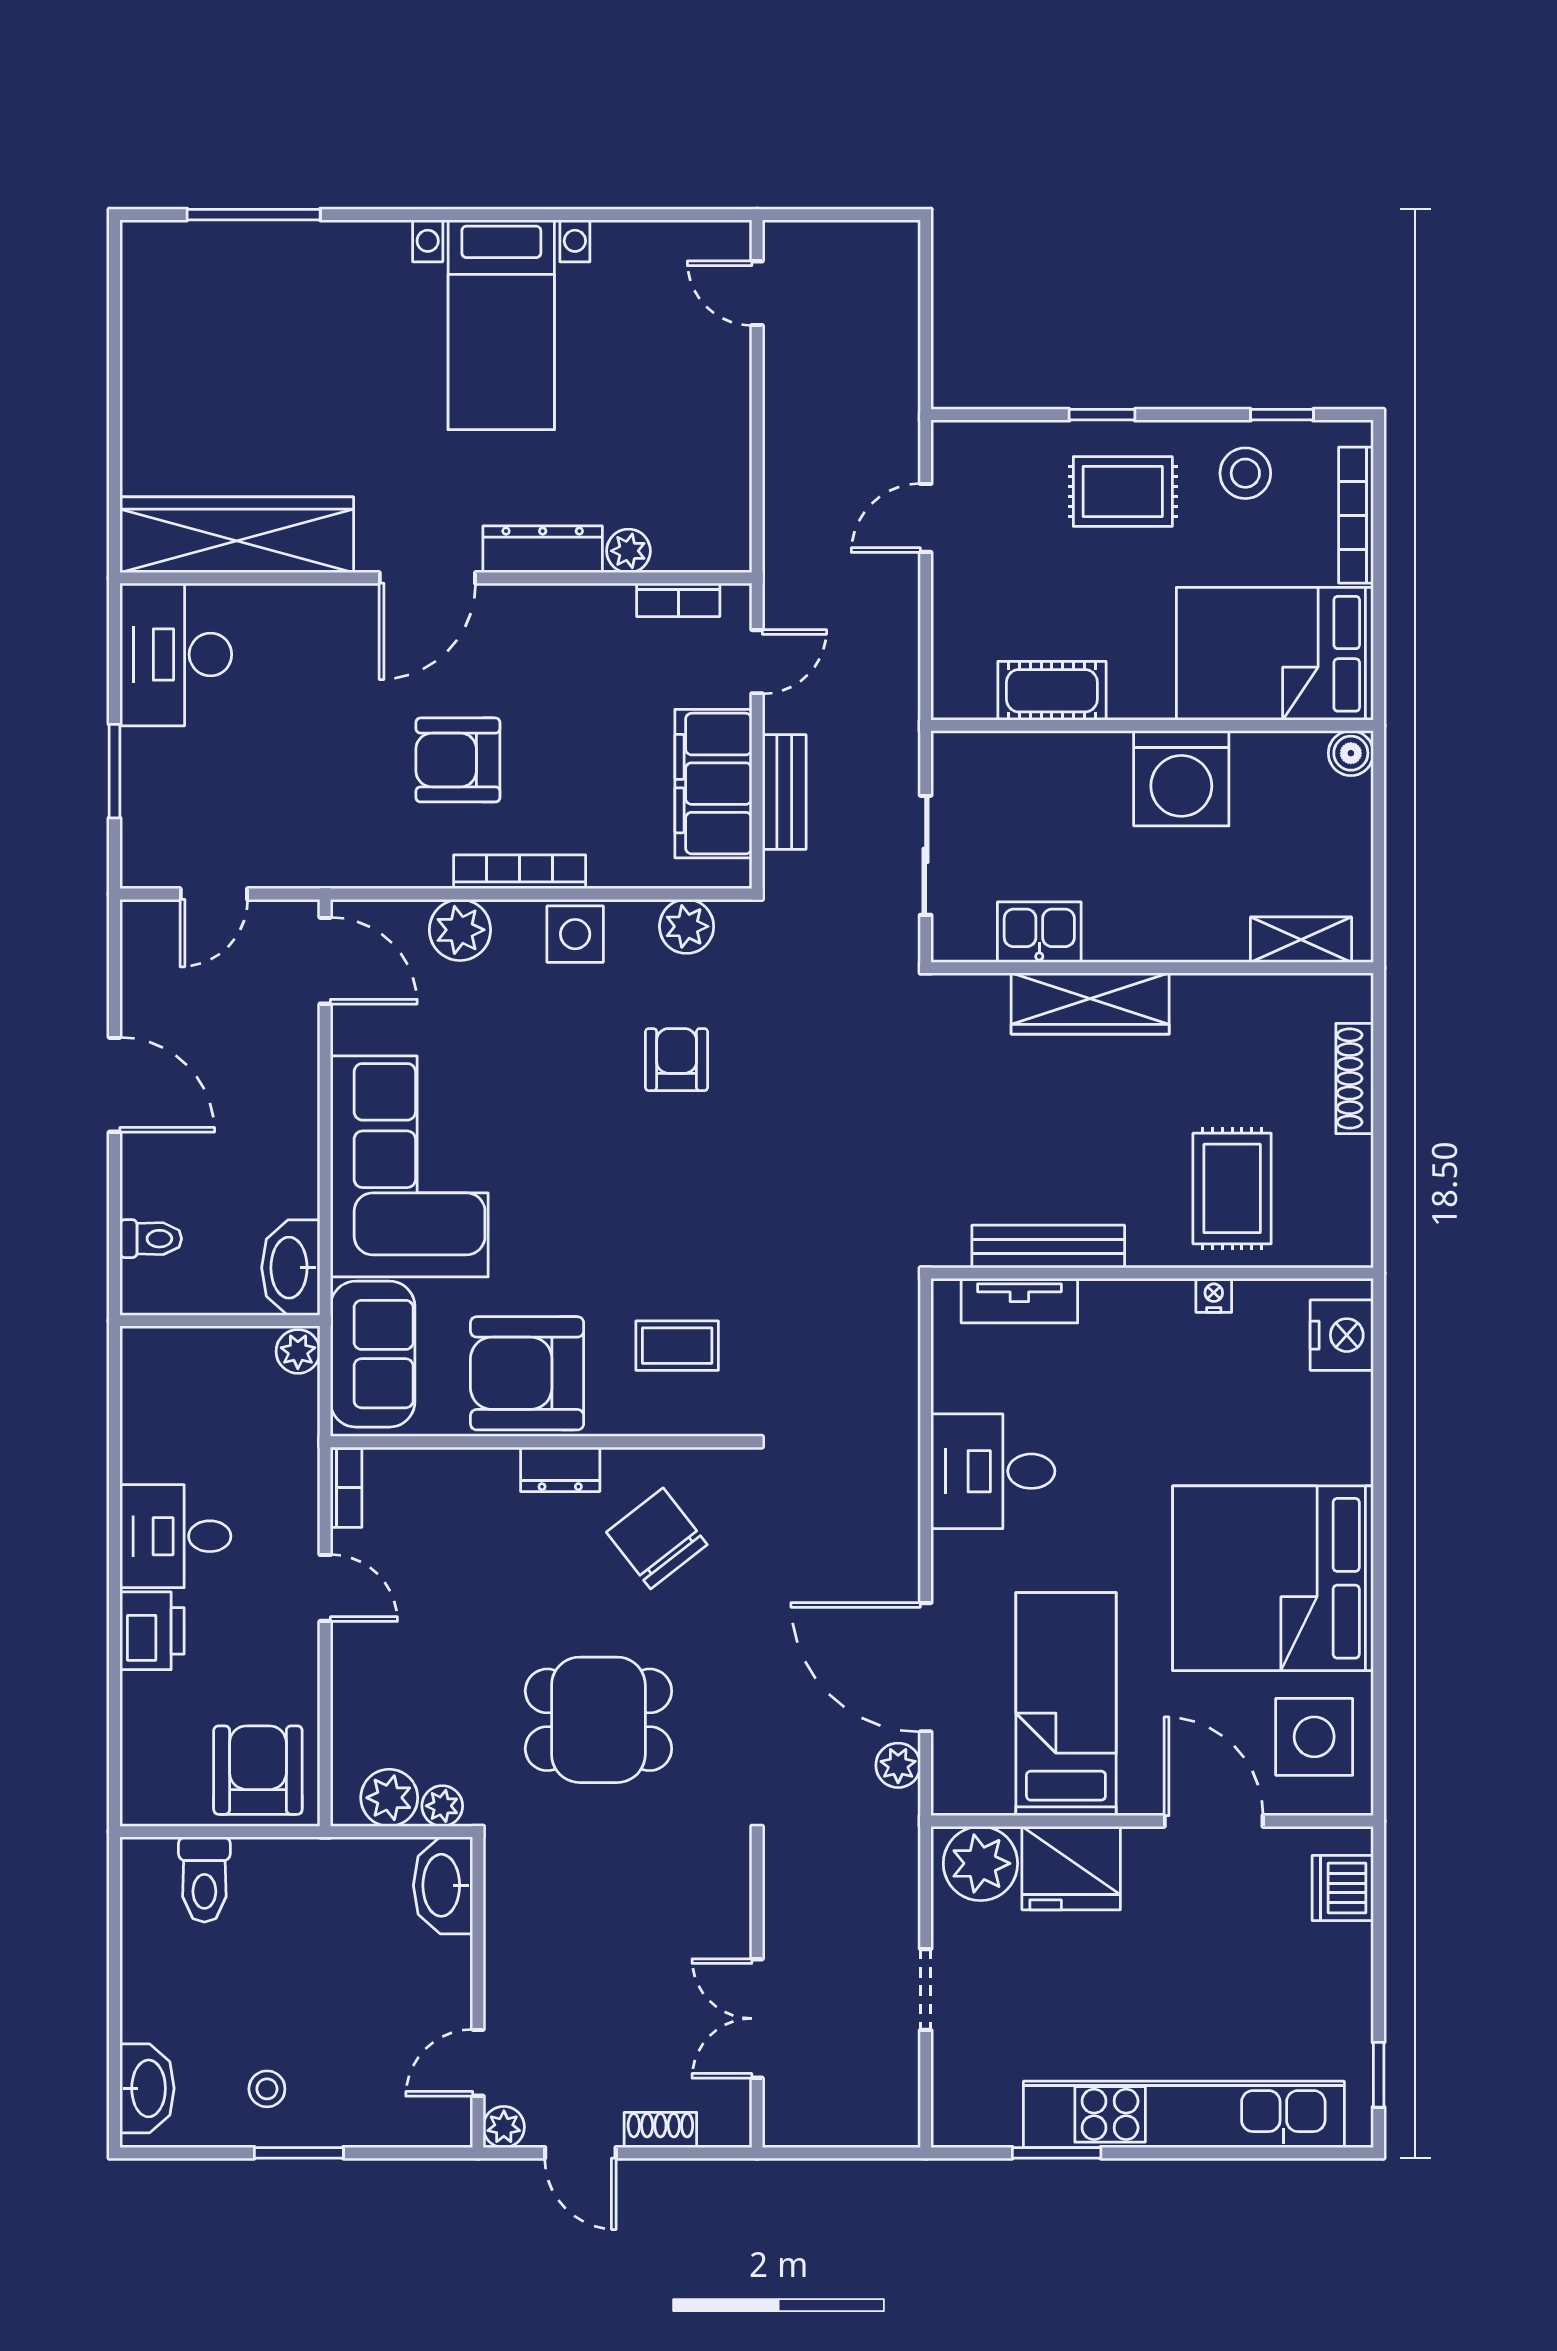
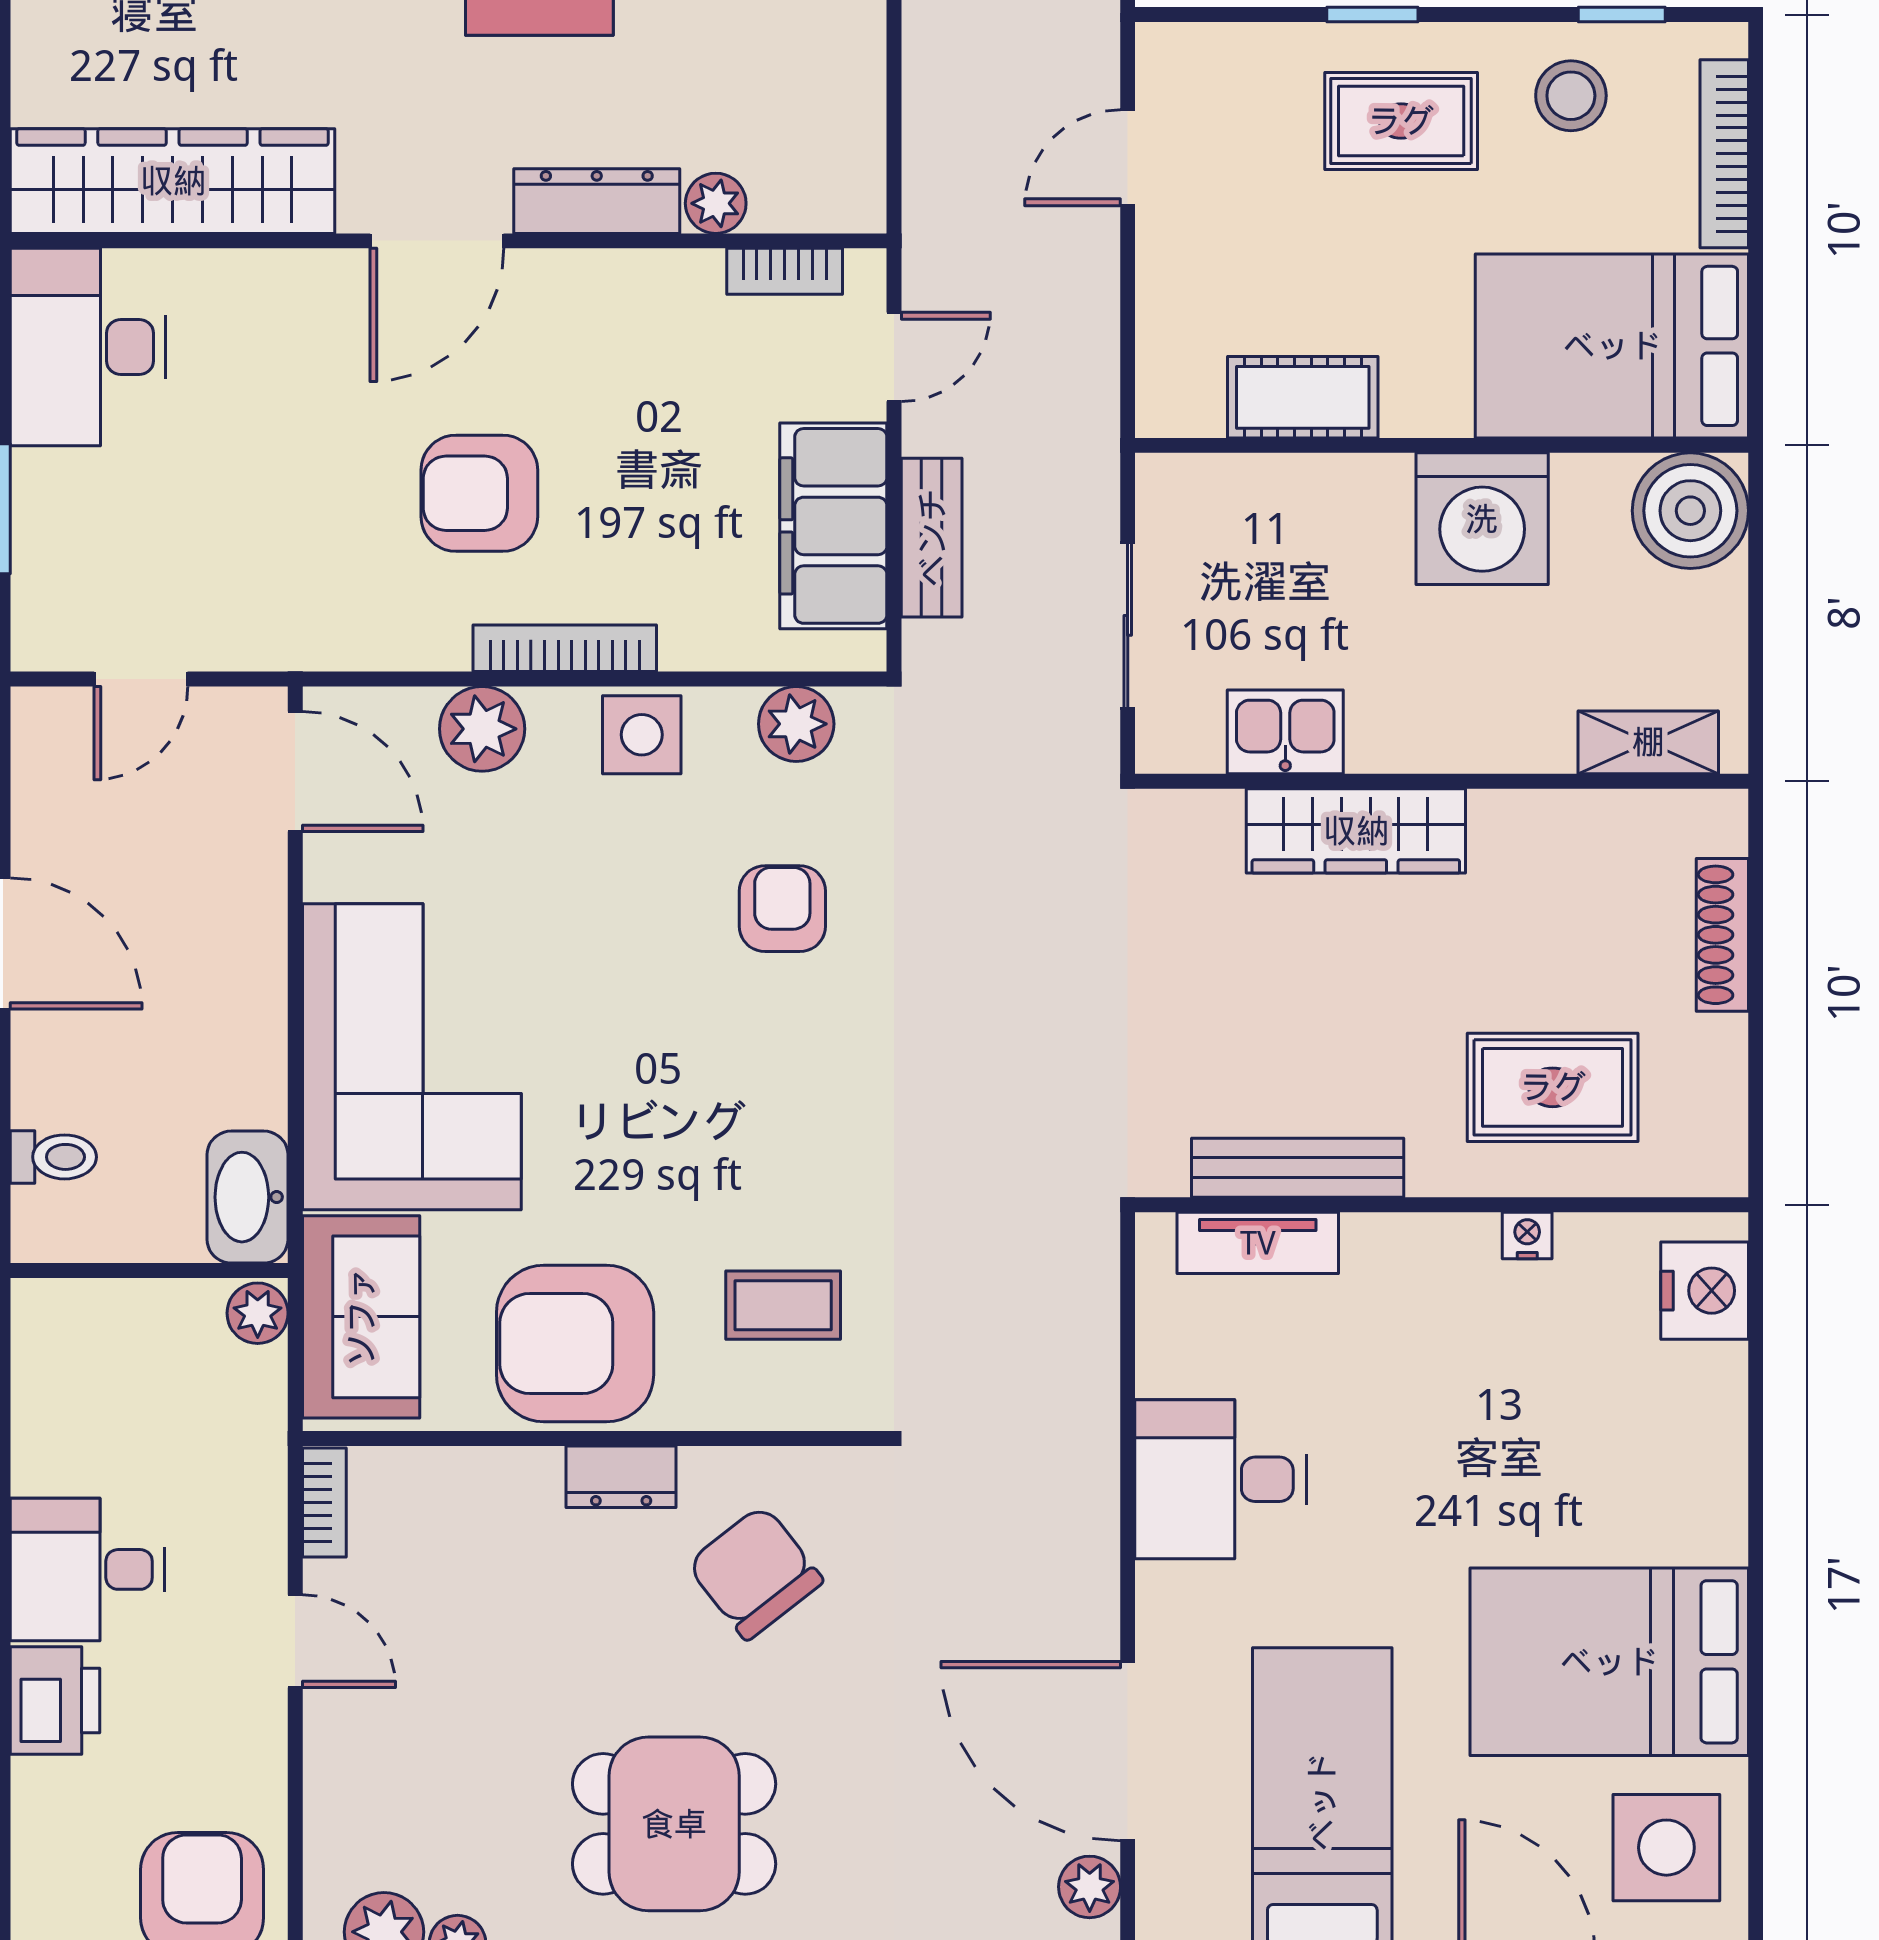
boiler: (1351, 753) -> (1690, 511), width x1.86, depth x1.86
rug: (1232, 1188) -> (1553, 1087), turned 90
bed: (1273, 1578) -> (1609, 1662), width x0.73

